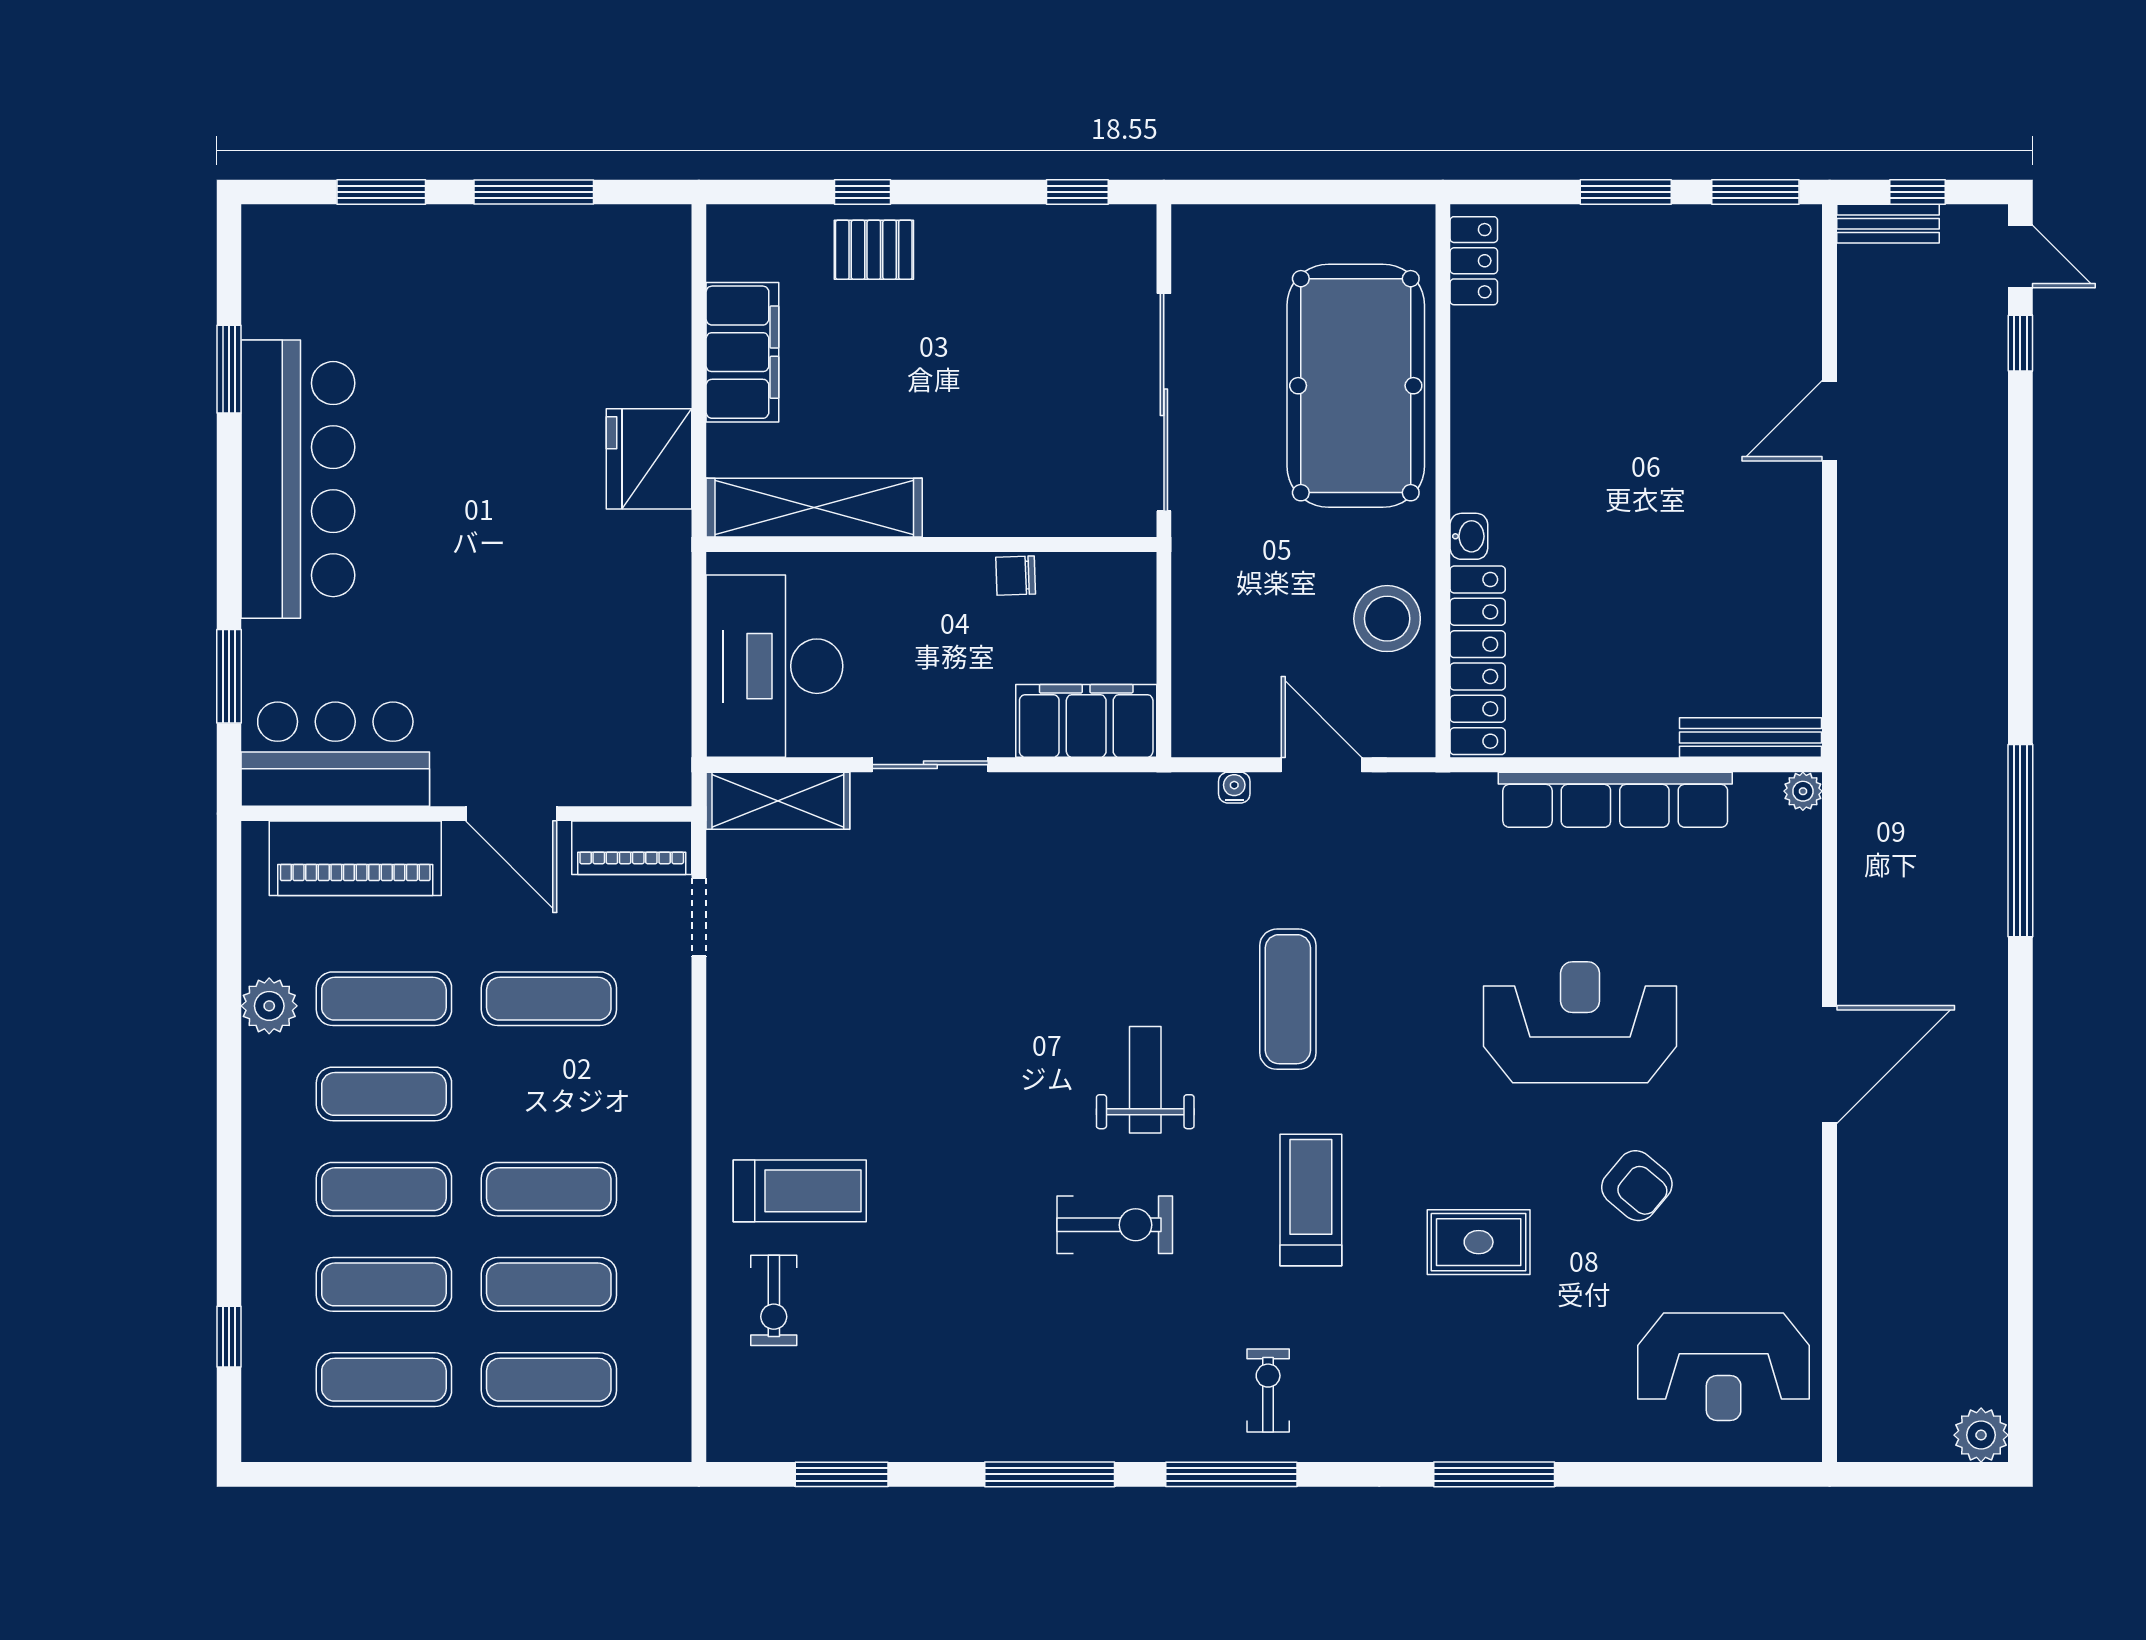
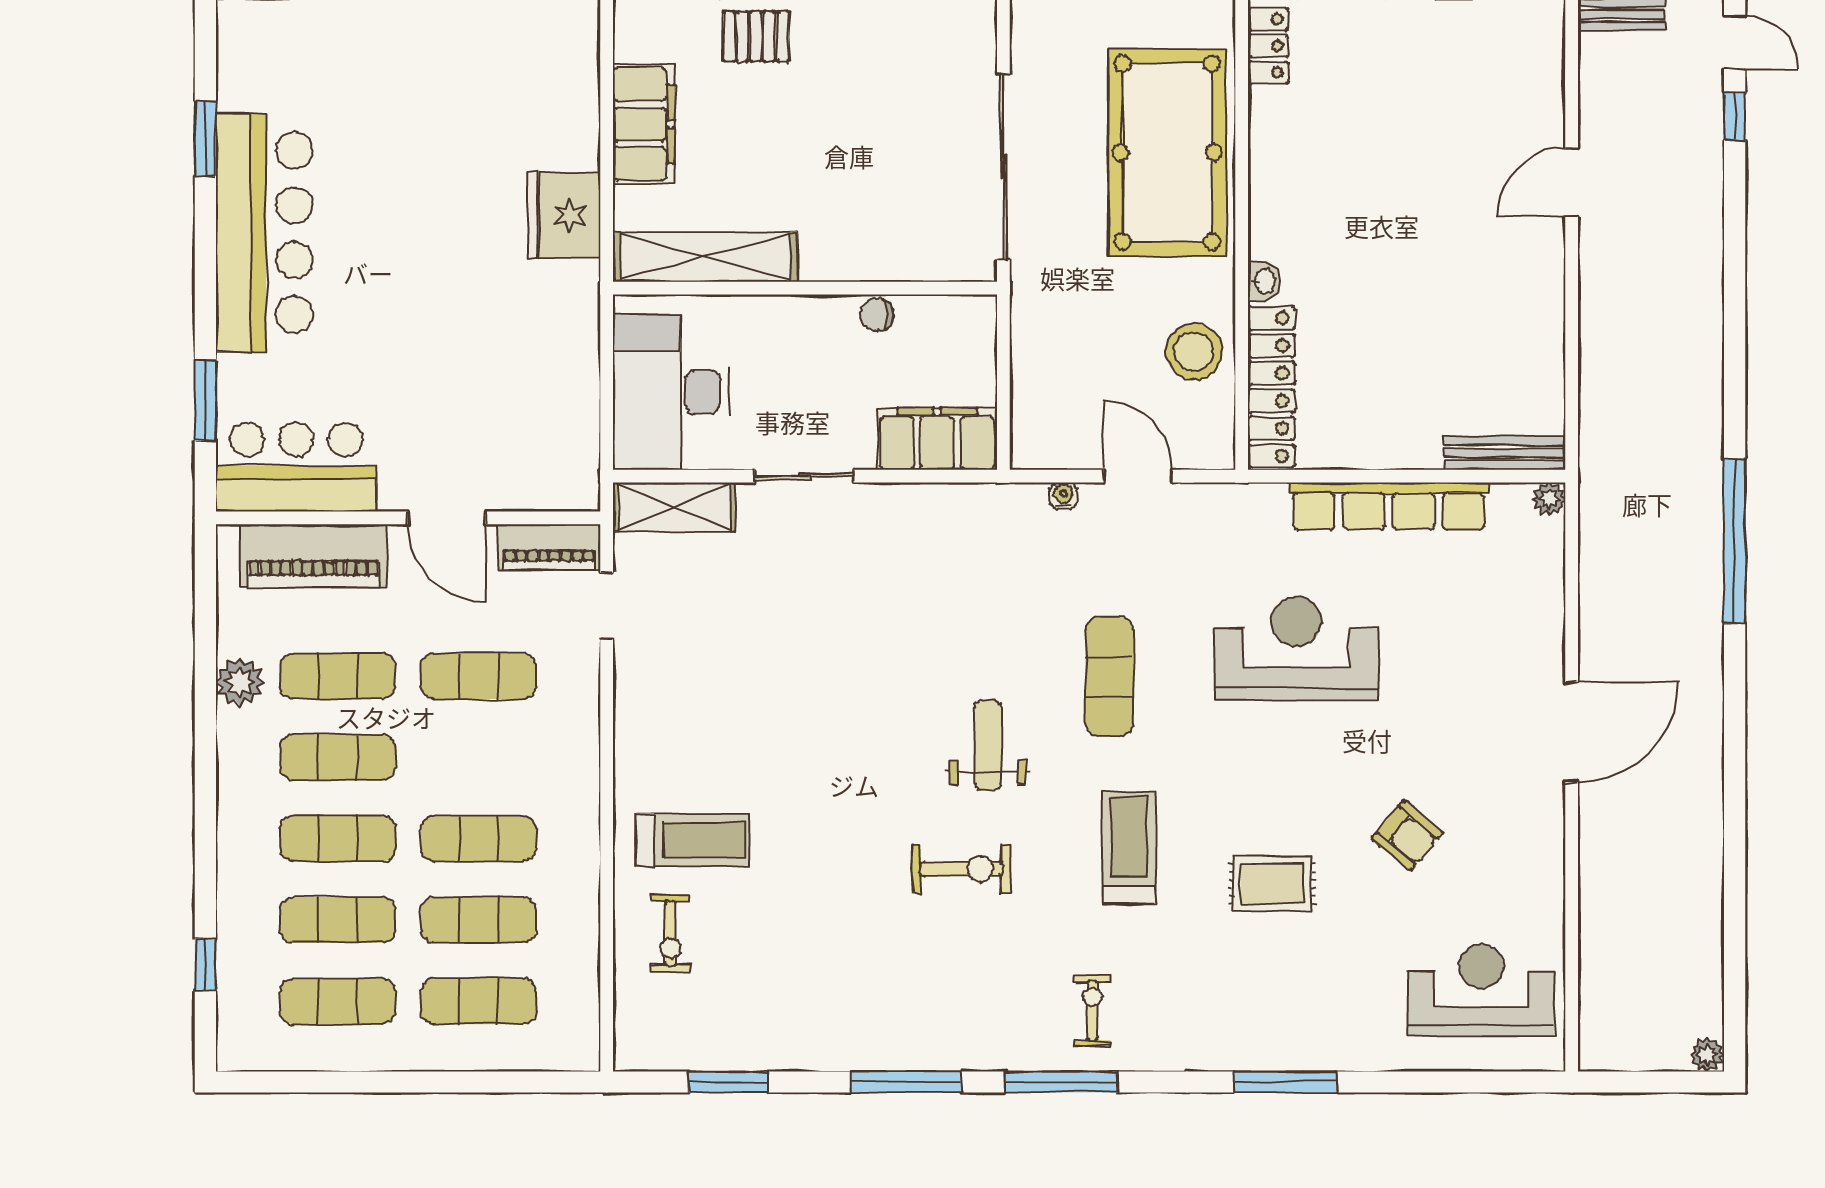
reception desk: (1580, 1022) -> (1297, 648), moved
reception desk: (1724, 1367) -> (1481, 990), turned 180
plant: (1981, 1435) -> (1707, 1055), width x0.73, depth x0.73

